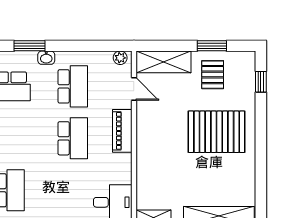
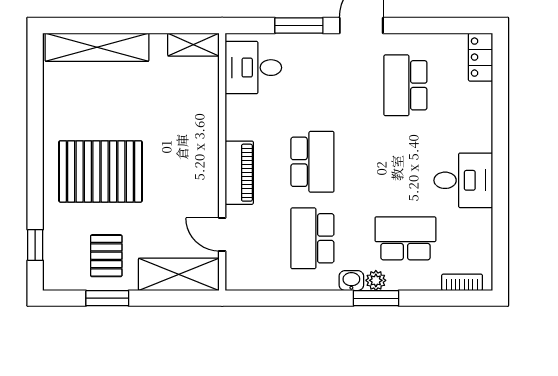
plant: (120, 58) -> (376, 280), moved
school desk: (73, 138) -> (312, 162), turned 180

